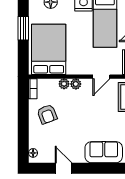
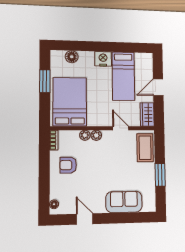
door: (101, 77) -> (121, 128), swing flipped
armchair: (47, 114) -> (68, 165), turned 111

